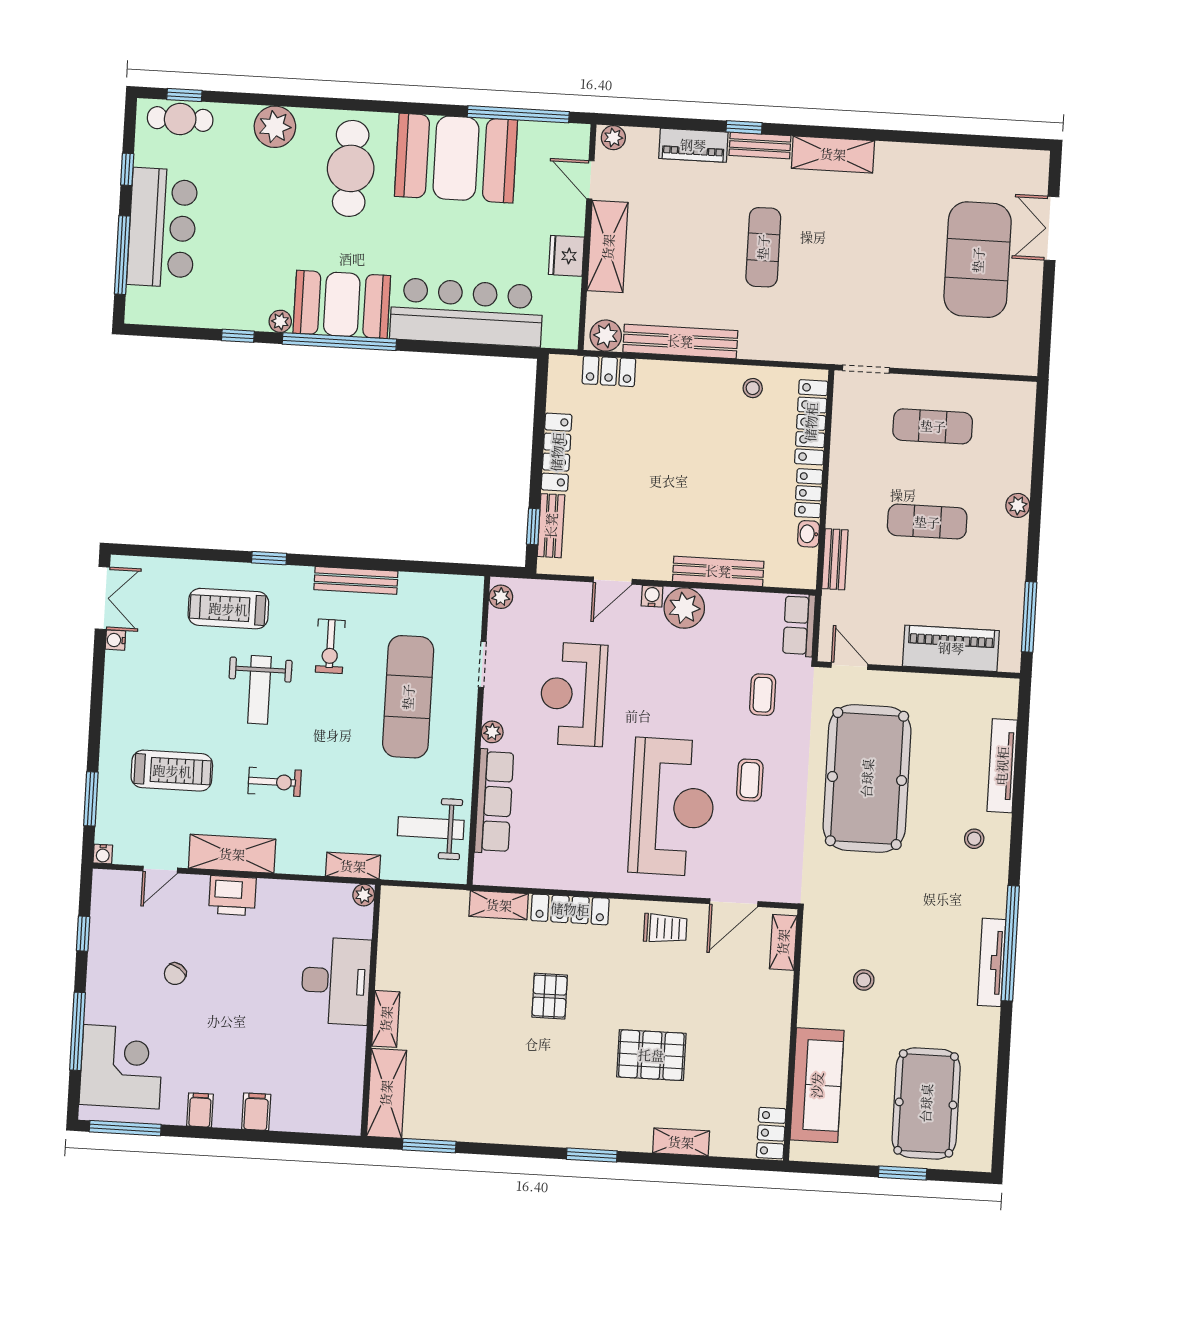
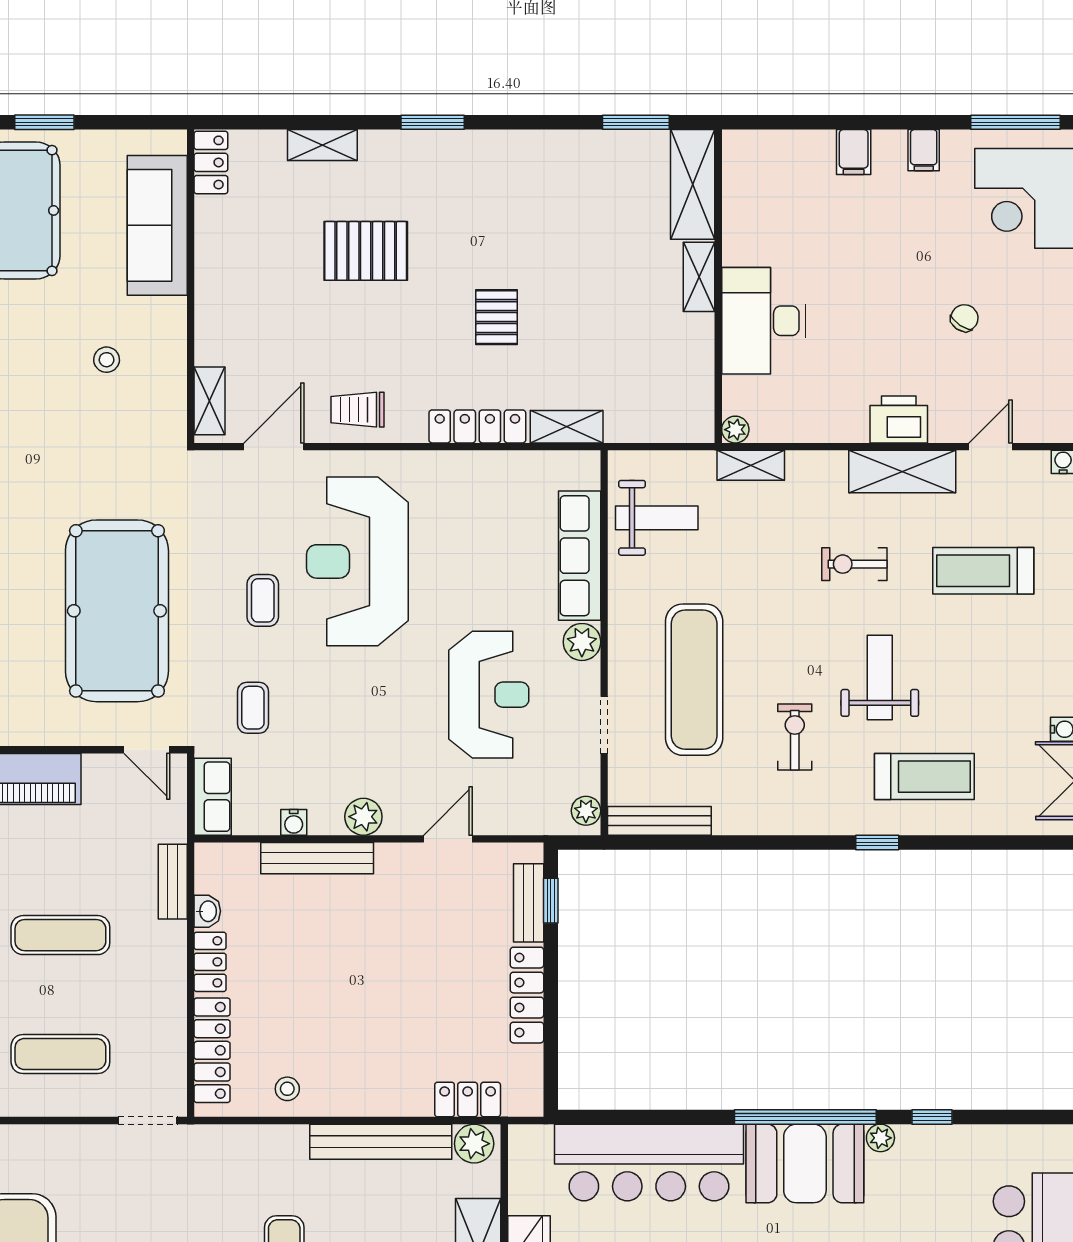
bench: (356, 580) -> (659, 821), moved
water cooler: (652, 596) -> (294, 822), moved
plant: (684, 608) -> (363, 817), width x0.73, depth x0.73
plant: (492, 732) -> (582, 642), width x1.38, depth x1.38

